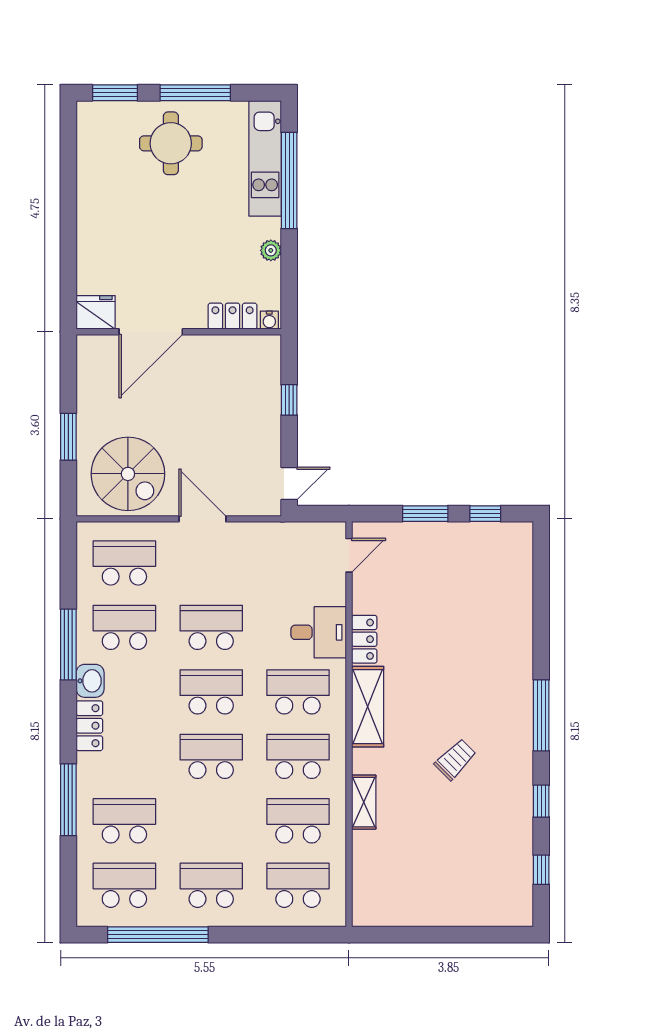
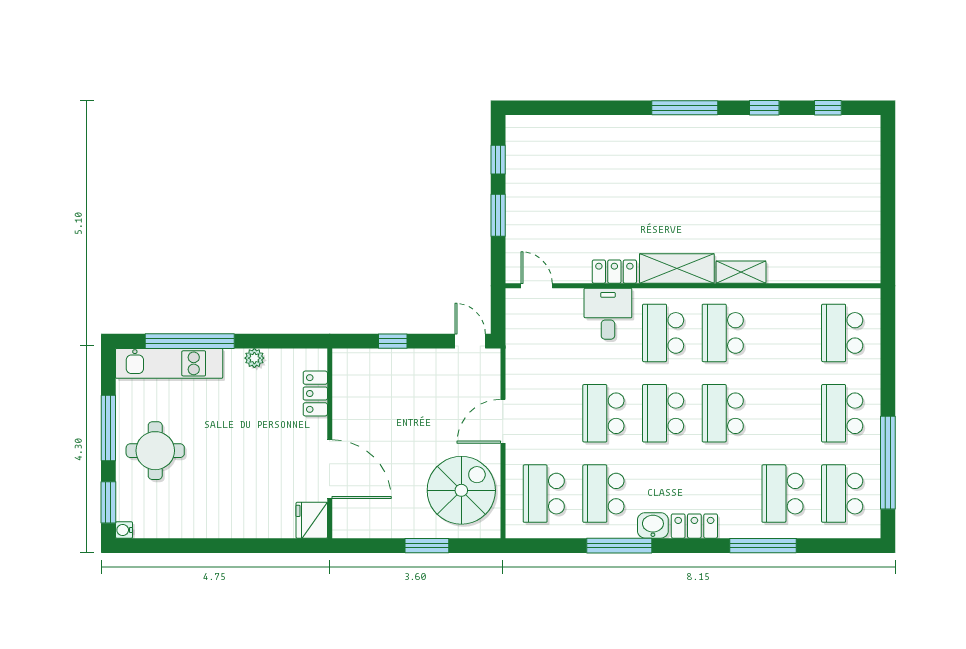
water cooler: (269, 320) -> (124, 530), moved, turned 180
trolley: (455, 759) -> (726, 187), removed
shelving: (364, 802) -> (741, 272), moved
school desk: (298, 821) -> (782, 333), removed

